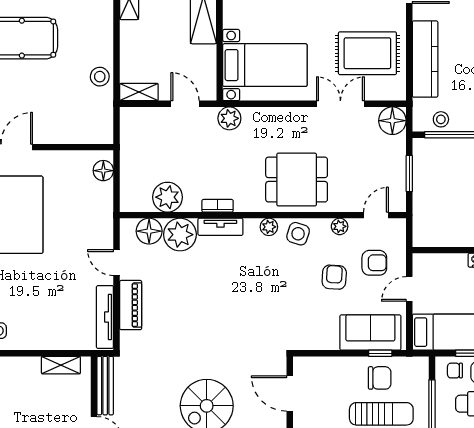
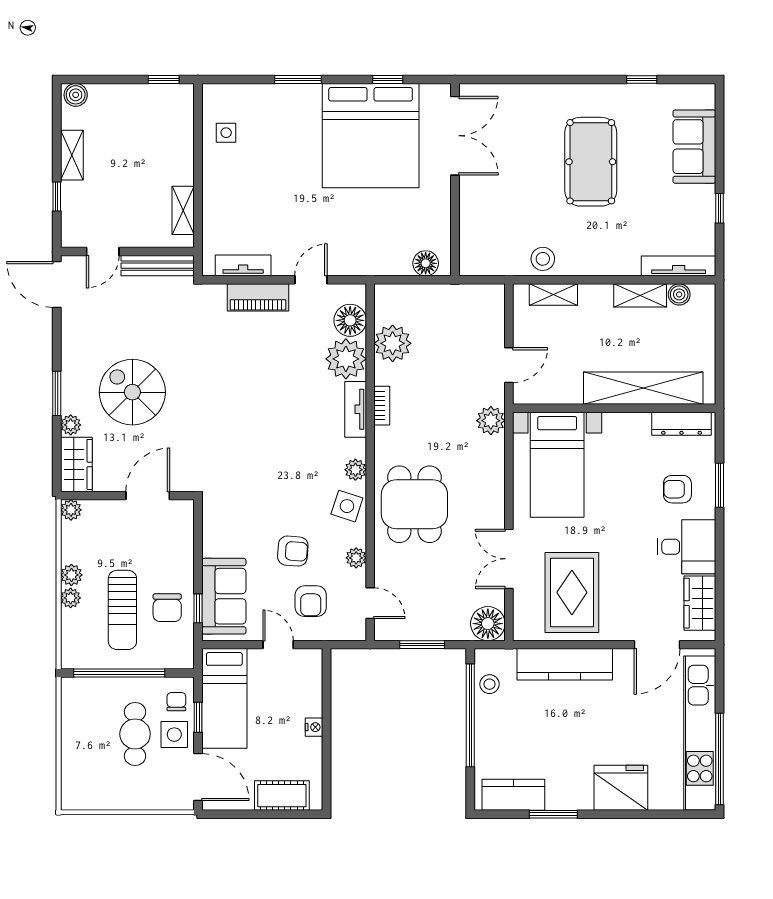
shelving: (139, 92) -> (553, 294), moved, turned 90
double door: (340, 104) -> (509, 559), swing flipped
tv unit: (105, 317) -> (243, 265), width x0.71

